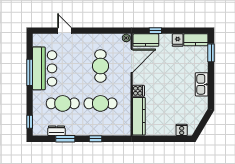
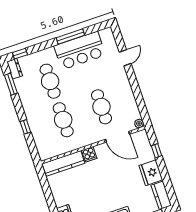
kitchen counter: (146, 40) -> (144, 144), removed
fridge: (178, 40) -> (151, 173), width x1.88, depth x1.34
cafe table: (100, 66) -> (101, 107), turned 90
dresser: (56, 131) -> (15, 69), moved
window: (65, 139) -> (11, 84), moved

